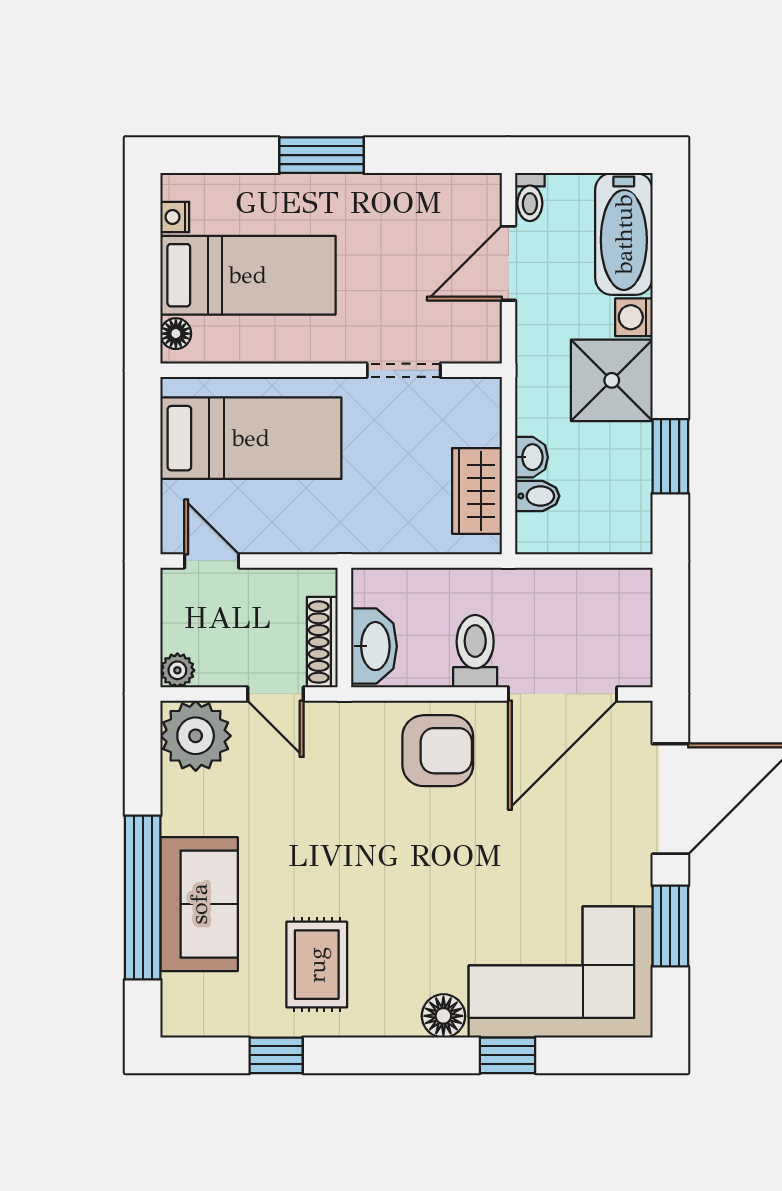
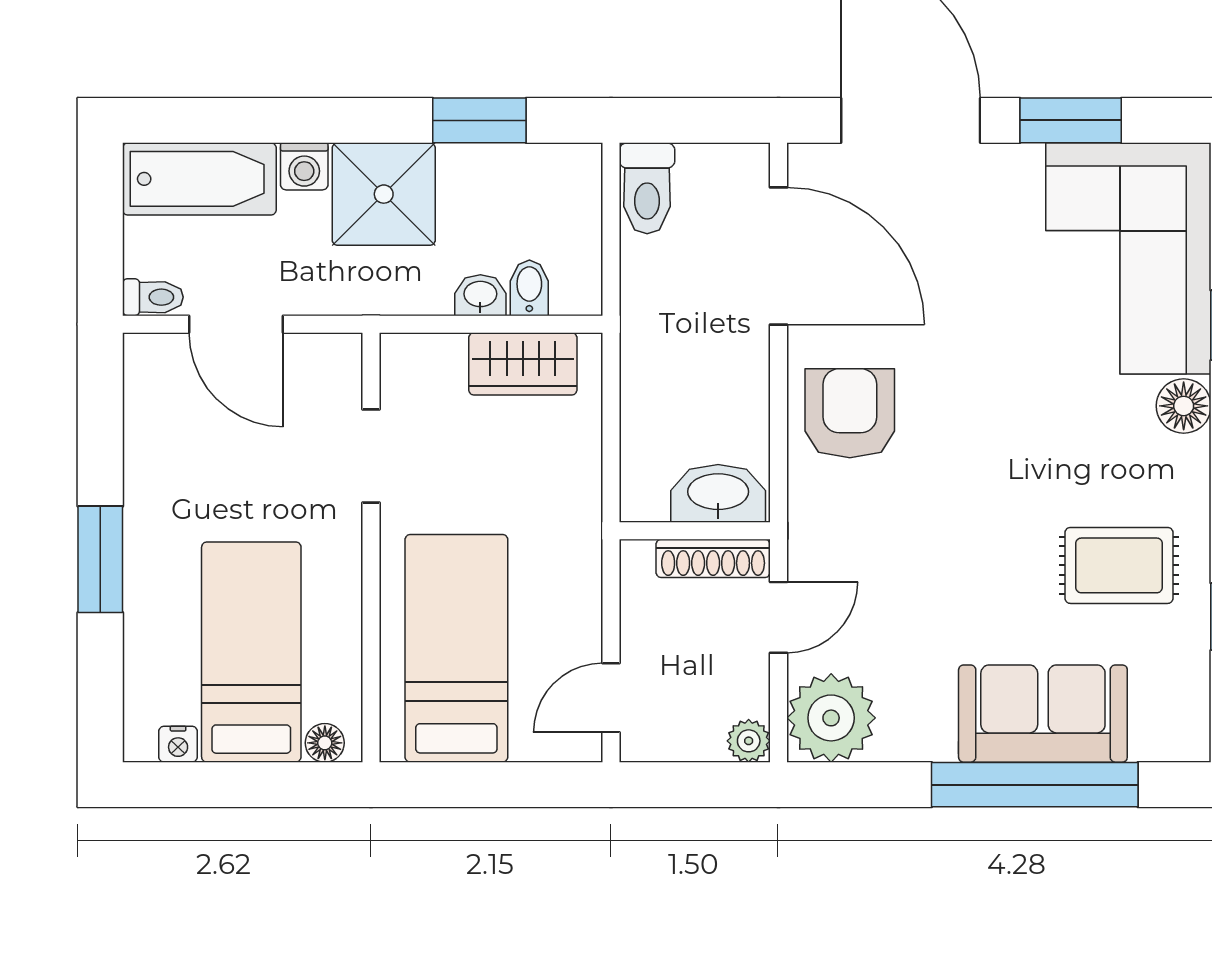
toilet: (475, 651) -> (647, 188), moved, turned -90

